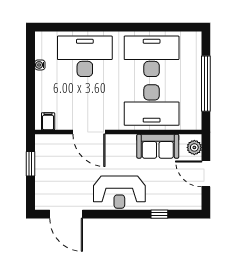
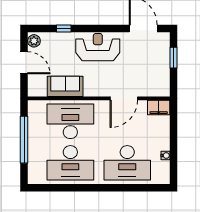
filing cabinet: (48, 121) -> (159, 108), width x2.00
door: (89, 132) -> (124, 98), swing flipped
plant: (194, 147) -> (34, 41), moved
window: (31, 164) -> (174, 58), moved

